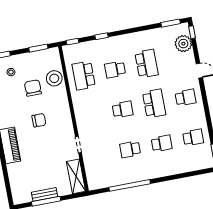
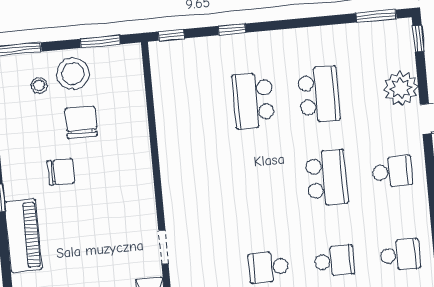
plant: (183, 44) -> (401, 88), moved
school desk: (115, 70) -> (253, 100), width x1.85
school desk: (84, 76) -> (188, 107), removed
stool: (54, 78) -> (73, 74), moved
school desk: (123, 109) -> (261, 184), removed
chair: (39, 120) -> (61, 172), moved

